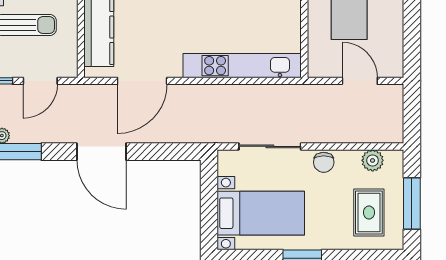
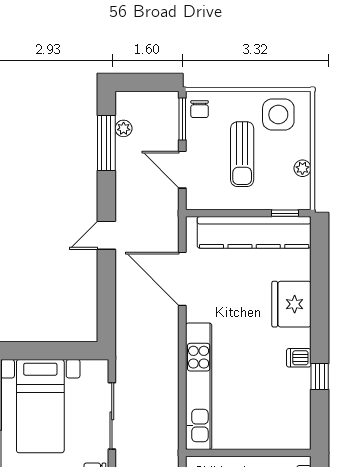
door: (101, 152) -> (106, 235), width x0.53

